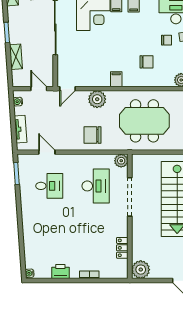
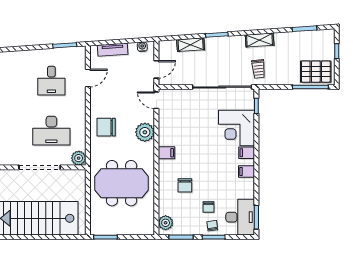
meeting table: (144, 121) -> (122, 183), turned 90
chair: (92, 135) -> (106, 127), turned -90

